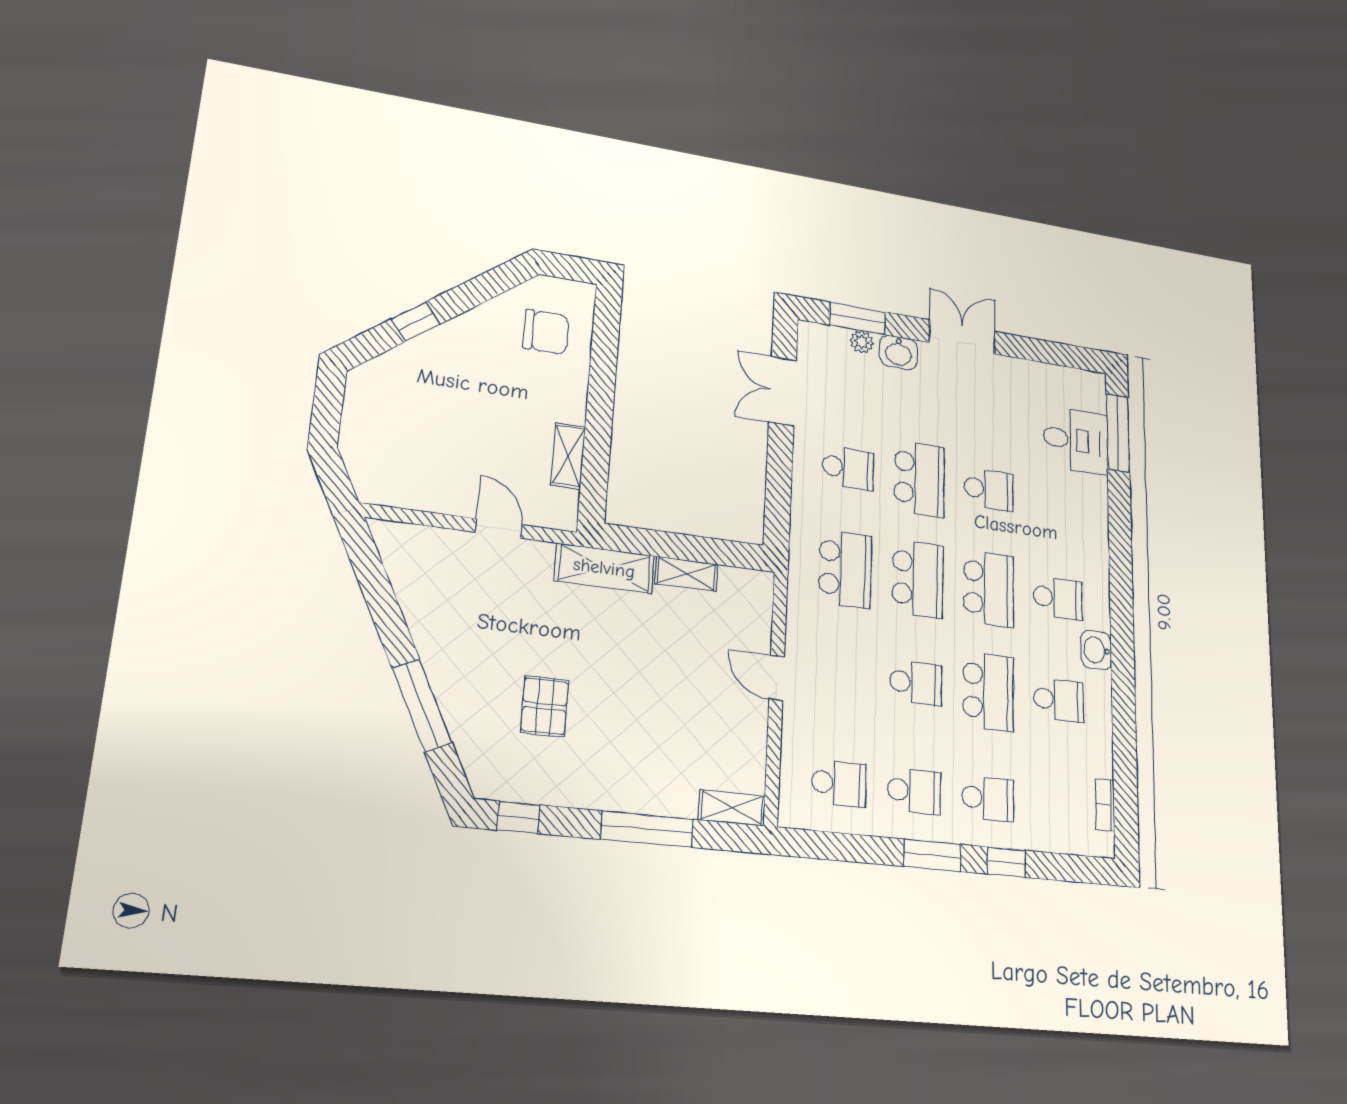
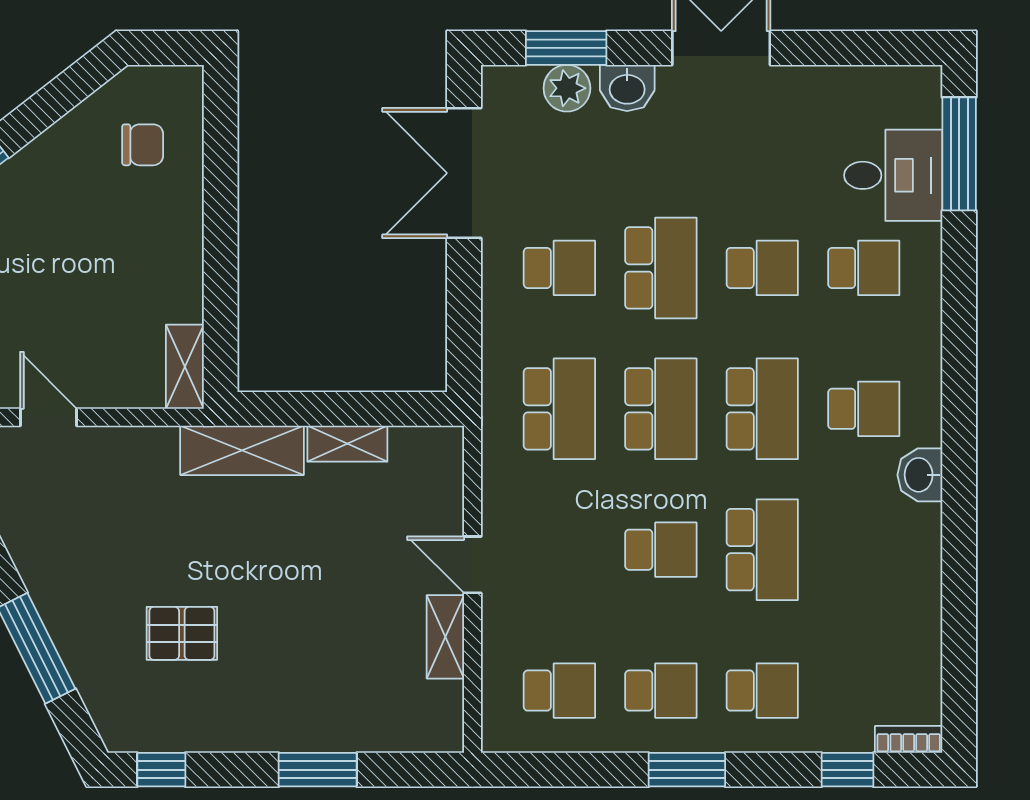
chair: (546, 332) -> (143, 145), width x0.73, depth x0.73
plant: (862, 342) -> (567, 88), width x1.38, depth x1.38
double door: (783, 391) -> (464, 173), width x1.37
shelving: (568, 456) -> (185, 367), moved
door: (499, 528) -> (49, 417), moved
school desk: (1059, 700) -> (864, 268), moved
pallet: (545, 706) -> (182, 633), turned 90
bookcase: (1105, 805) -> (909, 739), moved, turned 90
shelving: (732, 808) -> (445, 637), moved, turned 90
window: (647, 829) -> (318, 770), width x0.69
window: (1006, 862) -> (848, 770), moved

